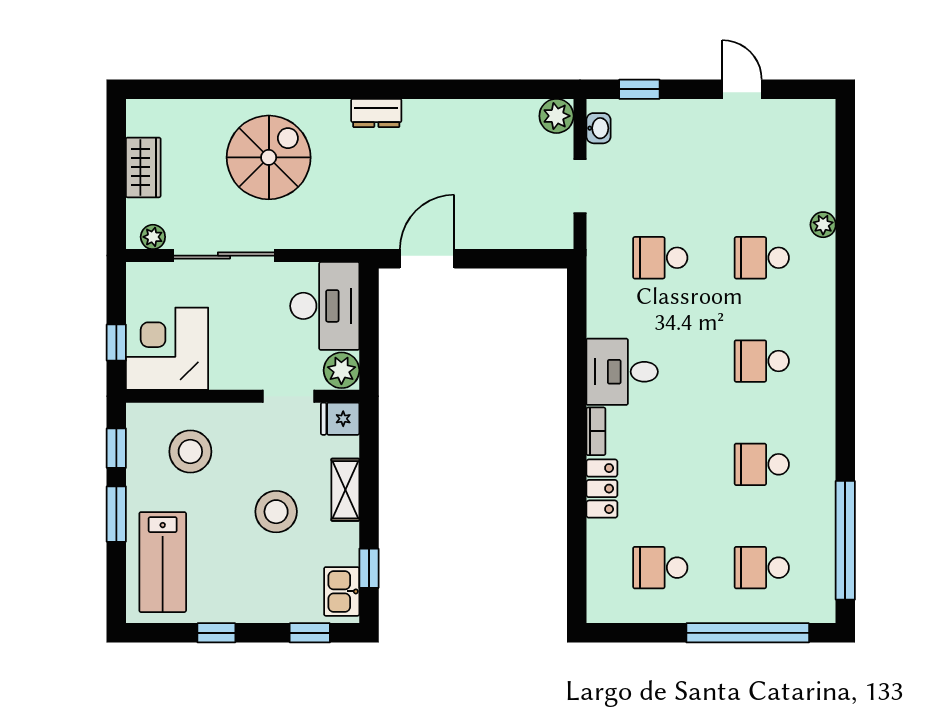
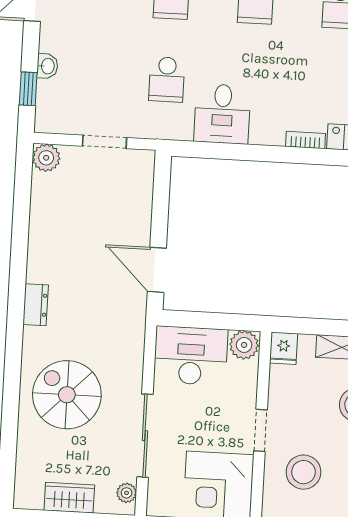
washbasin: (599, 128) -> (47, 66), moved, turned 90
desk: (622, 372) -> (222, 114), moved
doorway: (289, 396) -> (261, 430), moved

